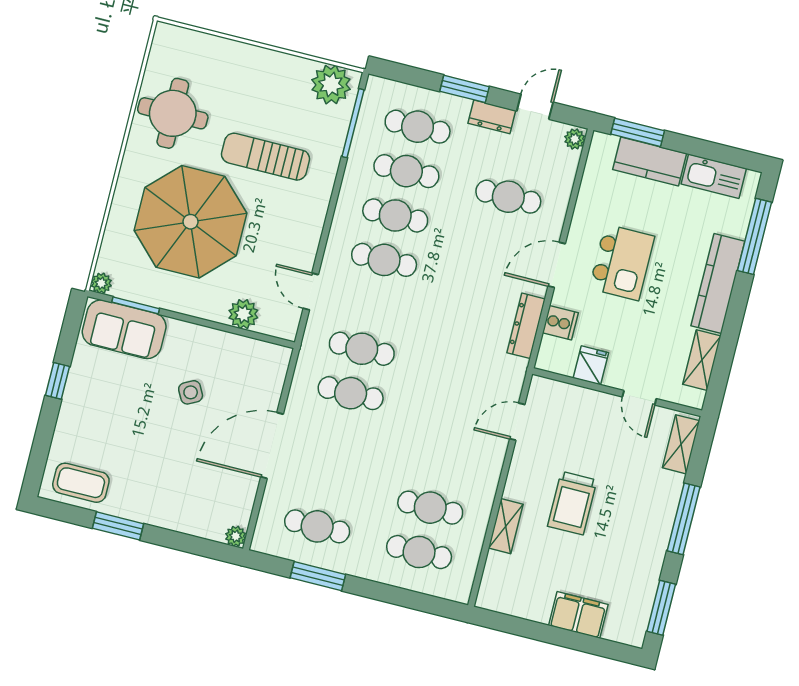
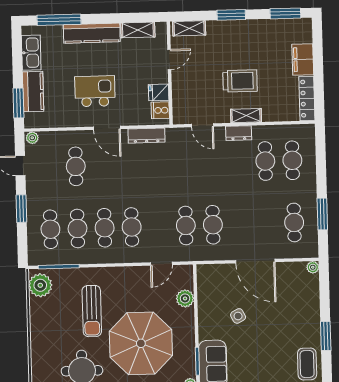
dresser: (492, 117) -> (239, 133), moved, turned 90
cooker: (560, 323) -> (160, 110), moved, turned -90
window: (684, 519) -> (231, 15), width x0.69
shelving: (506, 526) -> (246, 116), moved
locker: (513, 604) -> (307, 98), added

